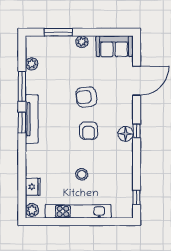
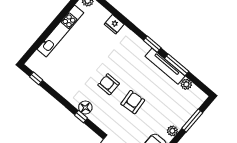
tv unit: (32, 119) -> (165, 66), moved
stool: (82, 174) -> (83, 55), removed
fridge: (33, 187) -> (114, 24), moved

